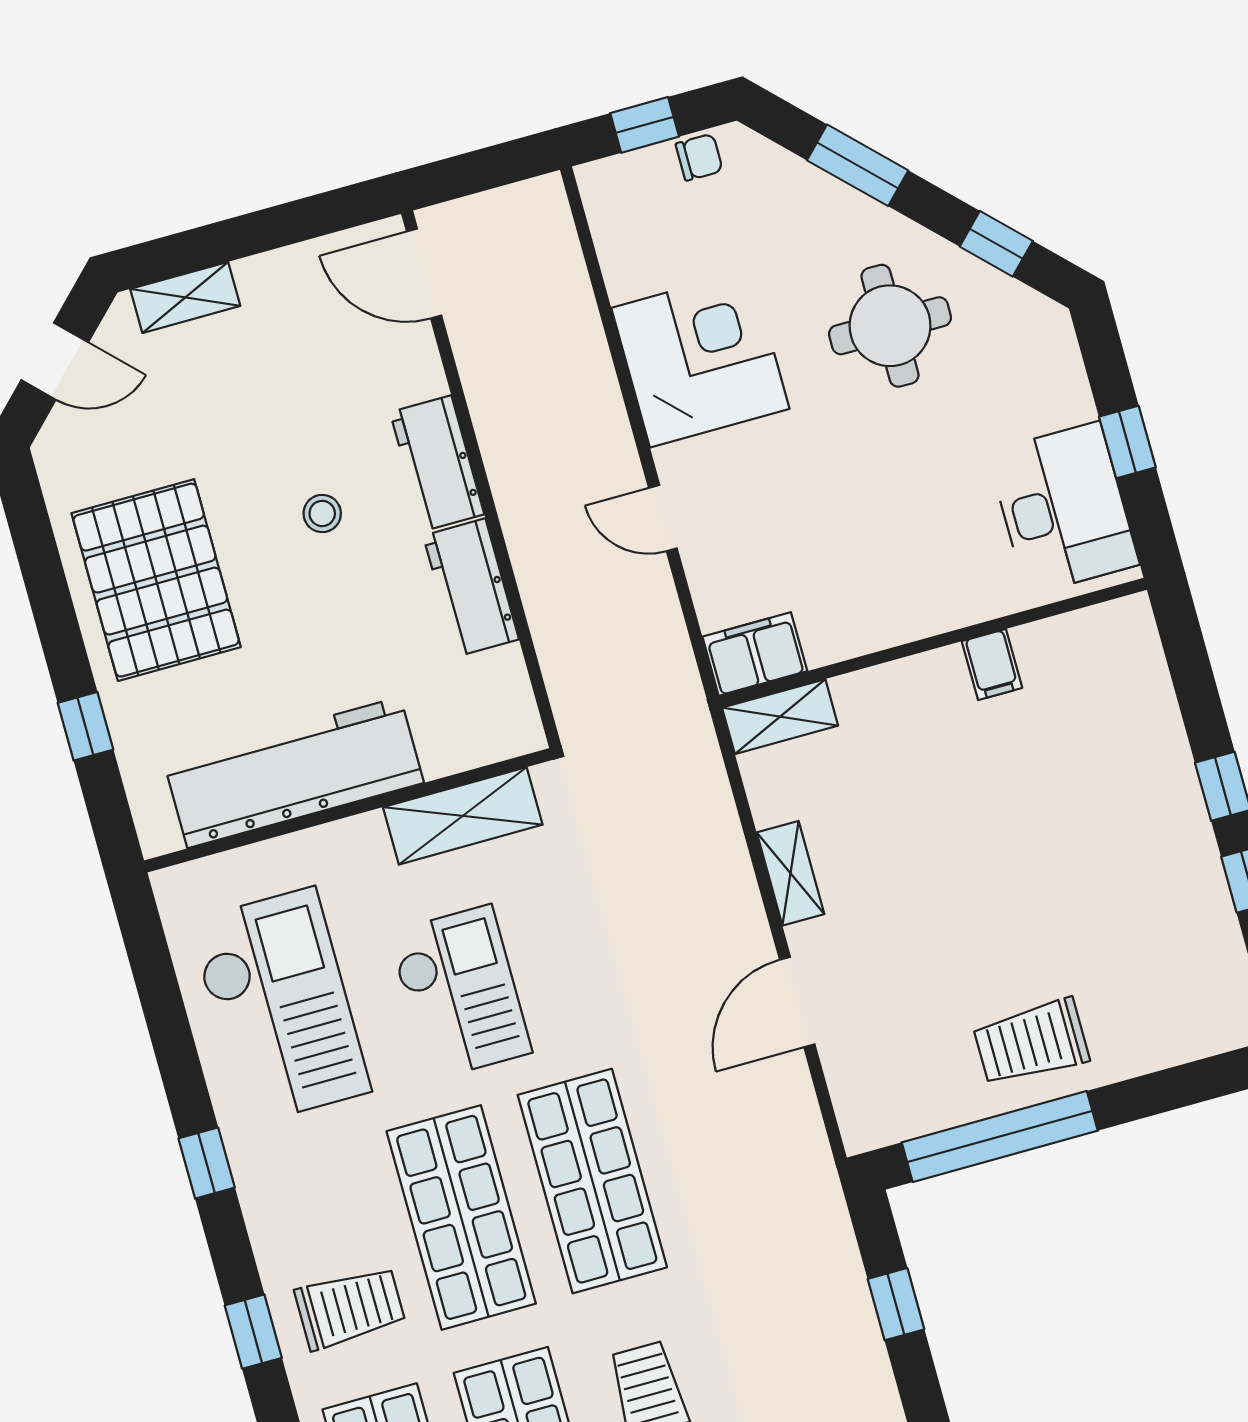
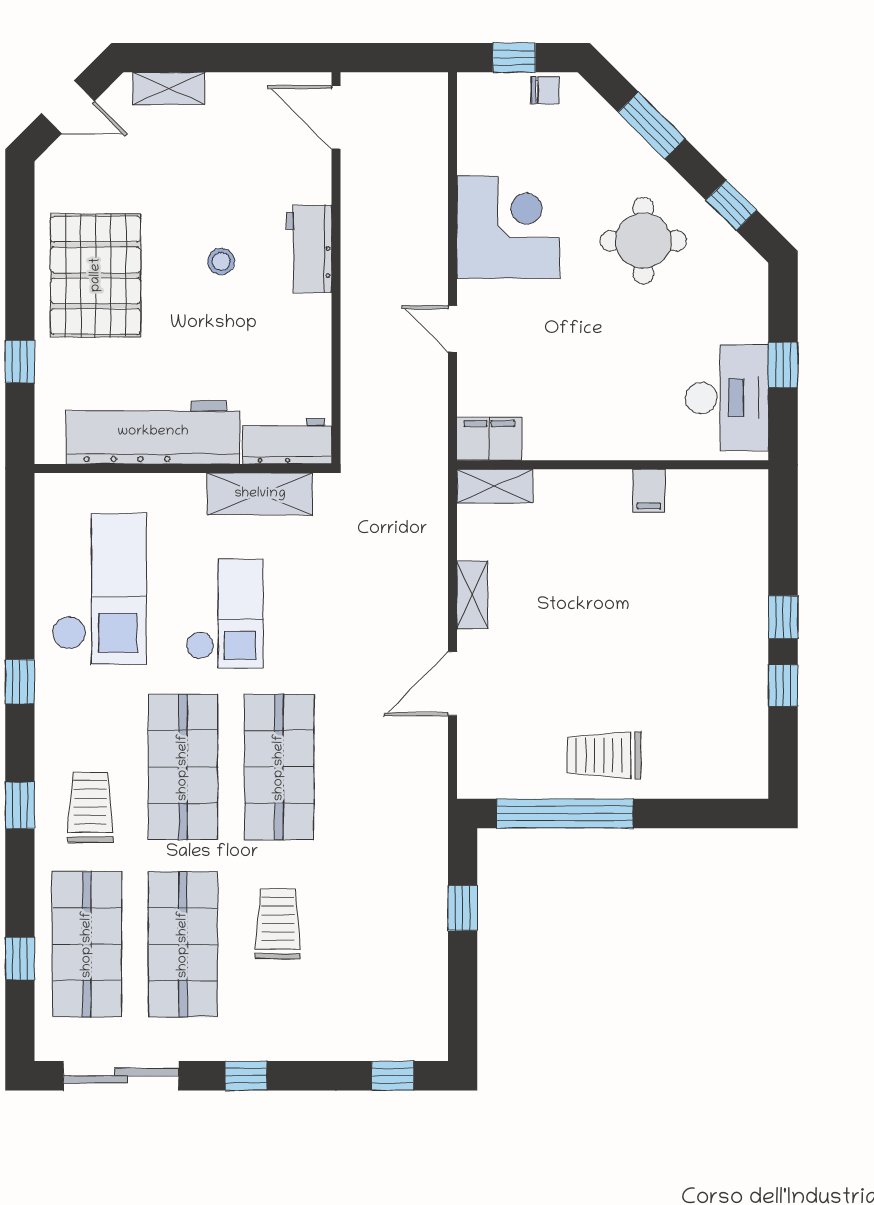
workbench: (471, 587) -> (287, 441), moved, turned 90
trolley: (350, 1308) -> (90, 807), turned -90

